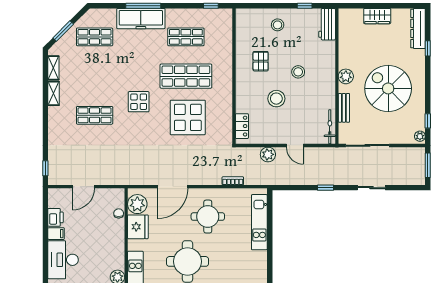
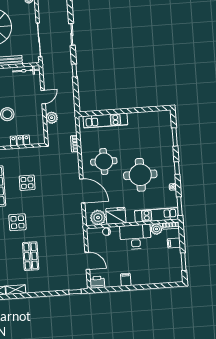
display table: (188, 117) -> (27, 183), width x0.54, depth x0.54
locker: (242, 126) -> (20, 140), moved
printer: (56, 217) -> (97, 282), moved
desk: (63, 260) -> (135, 237), moved, turned 180

